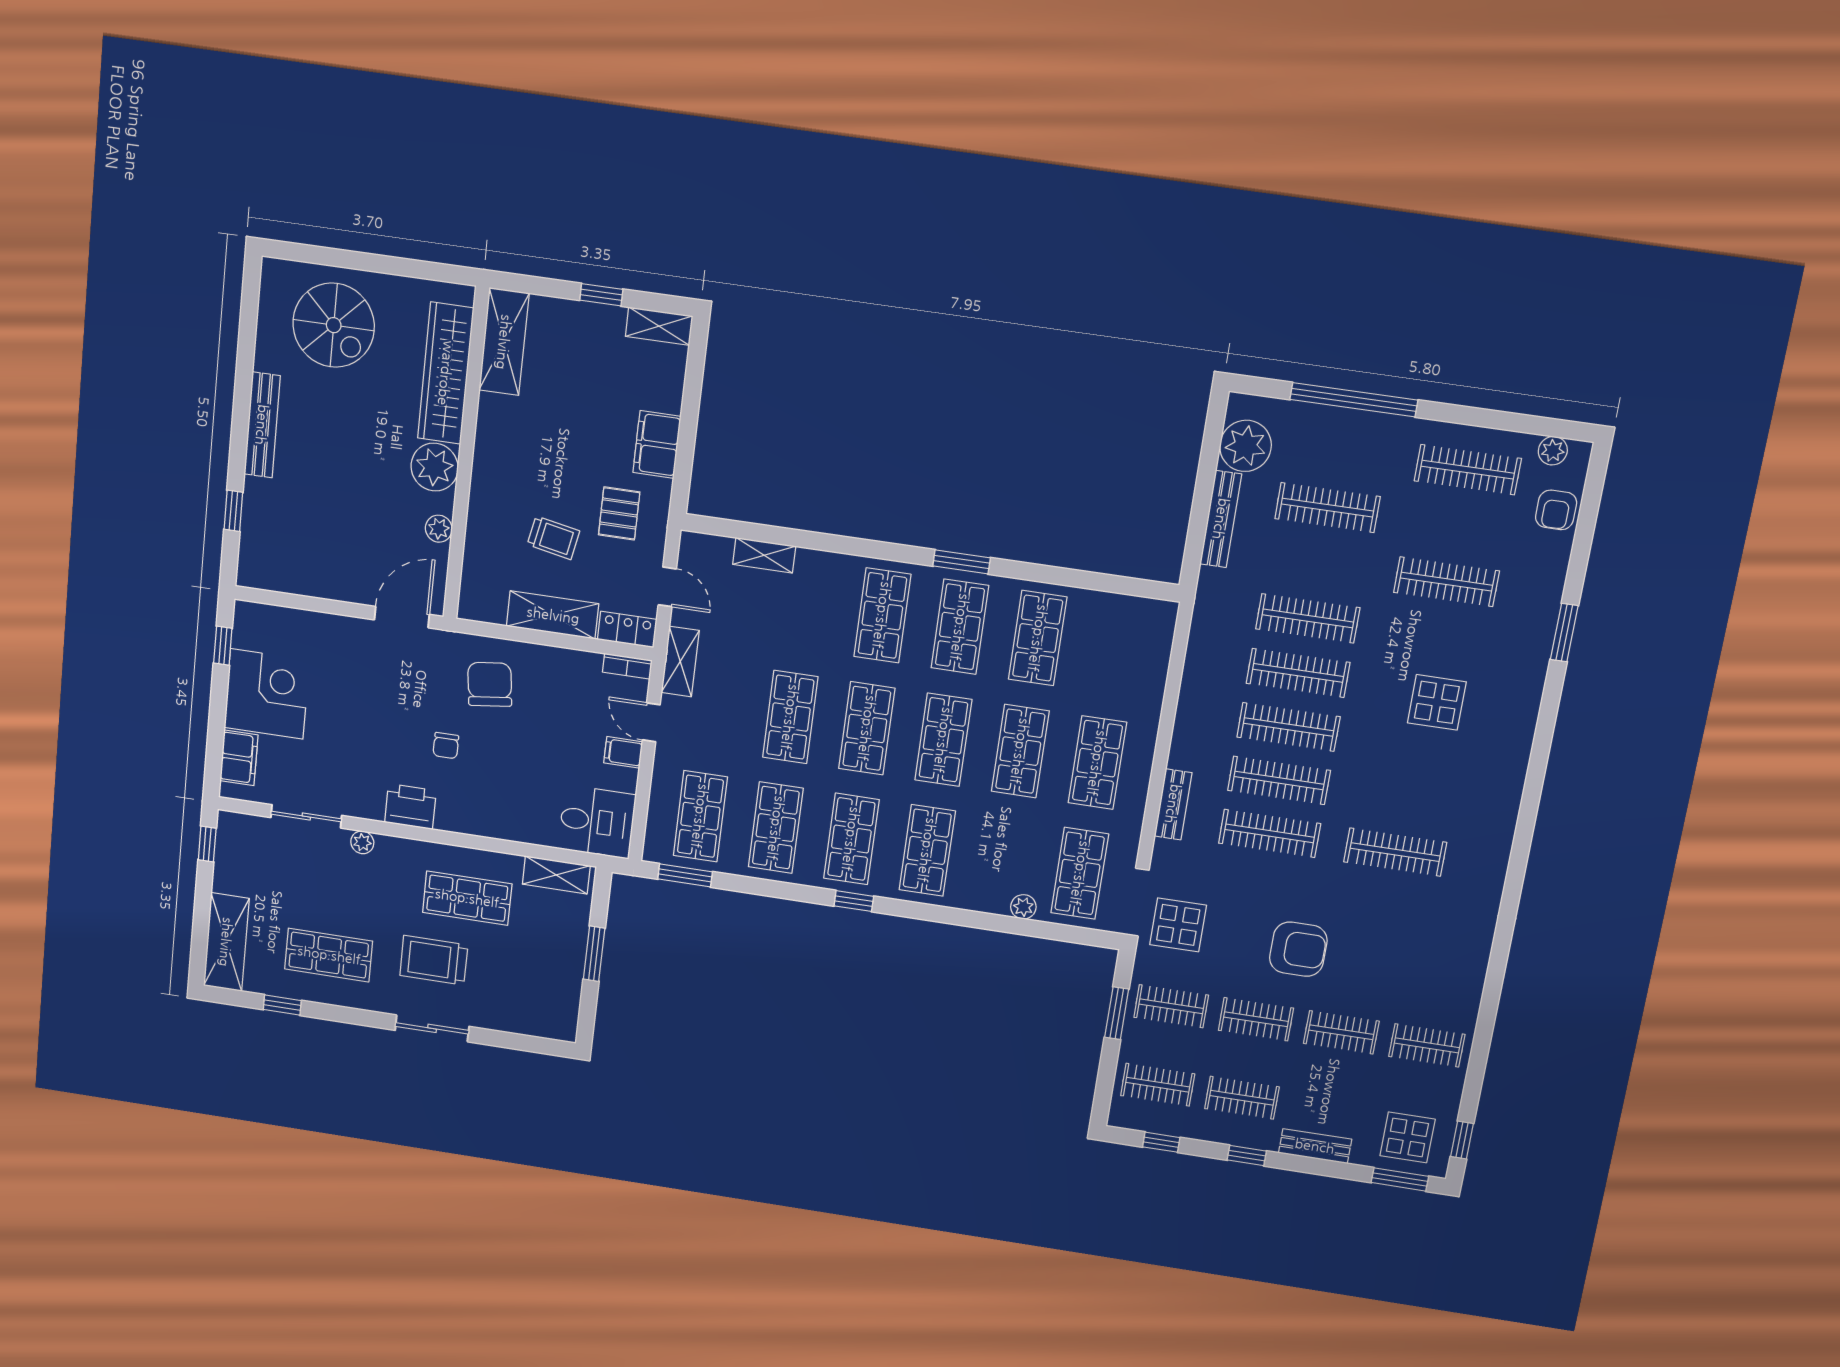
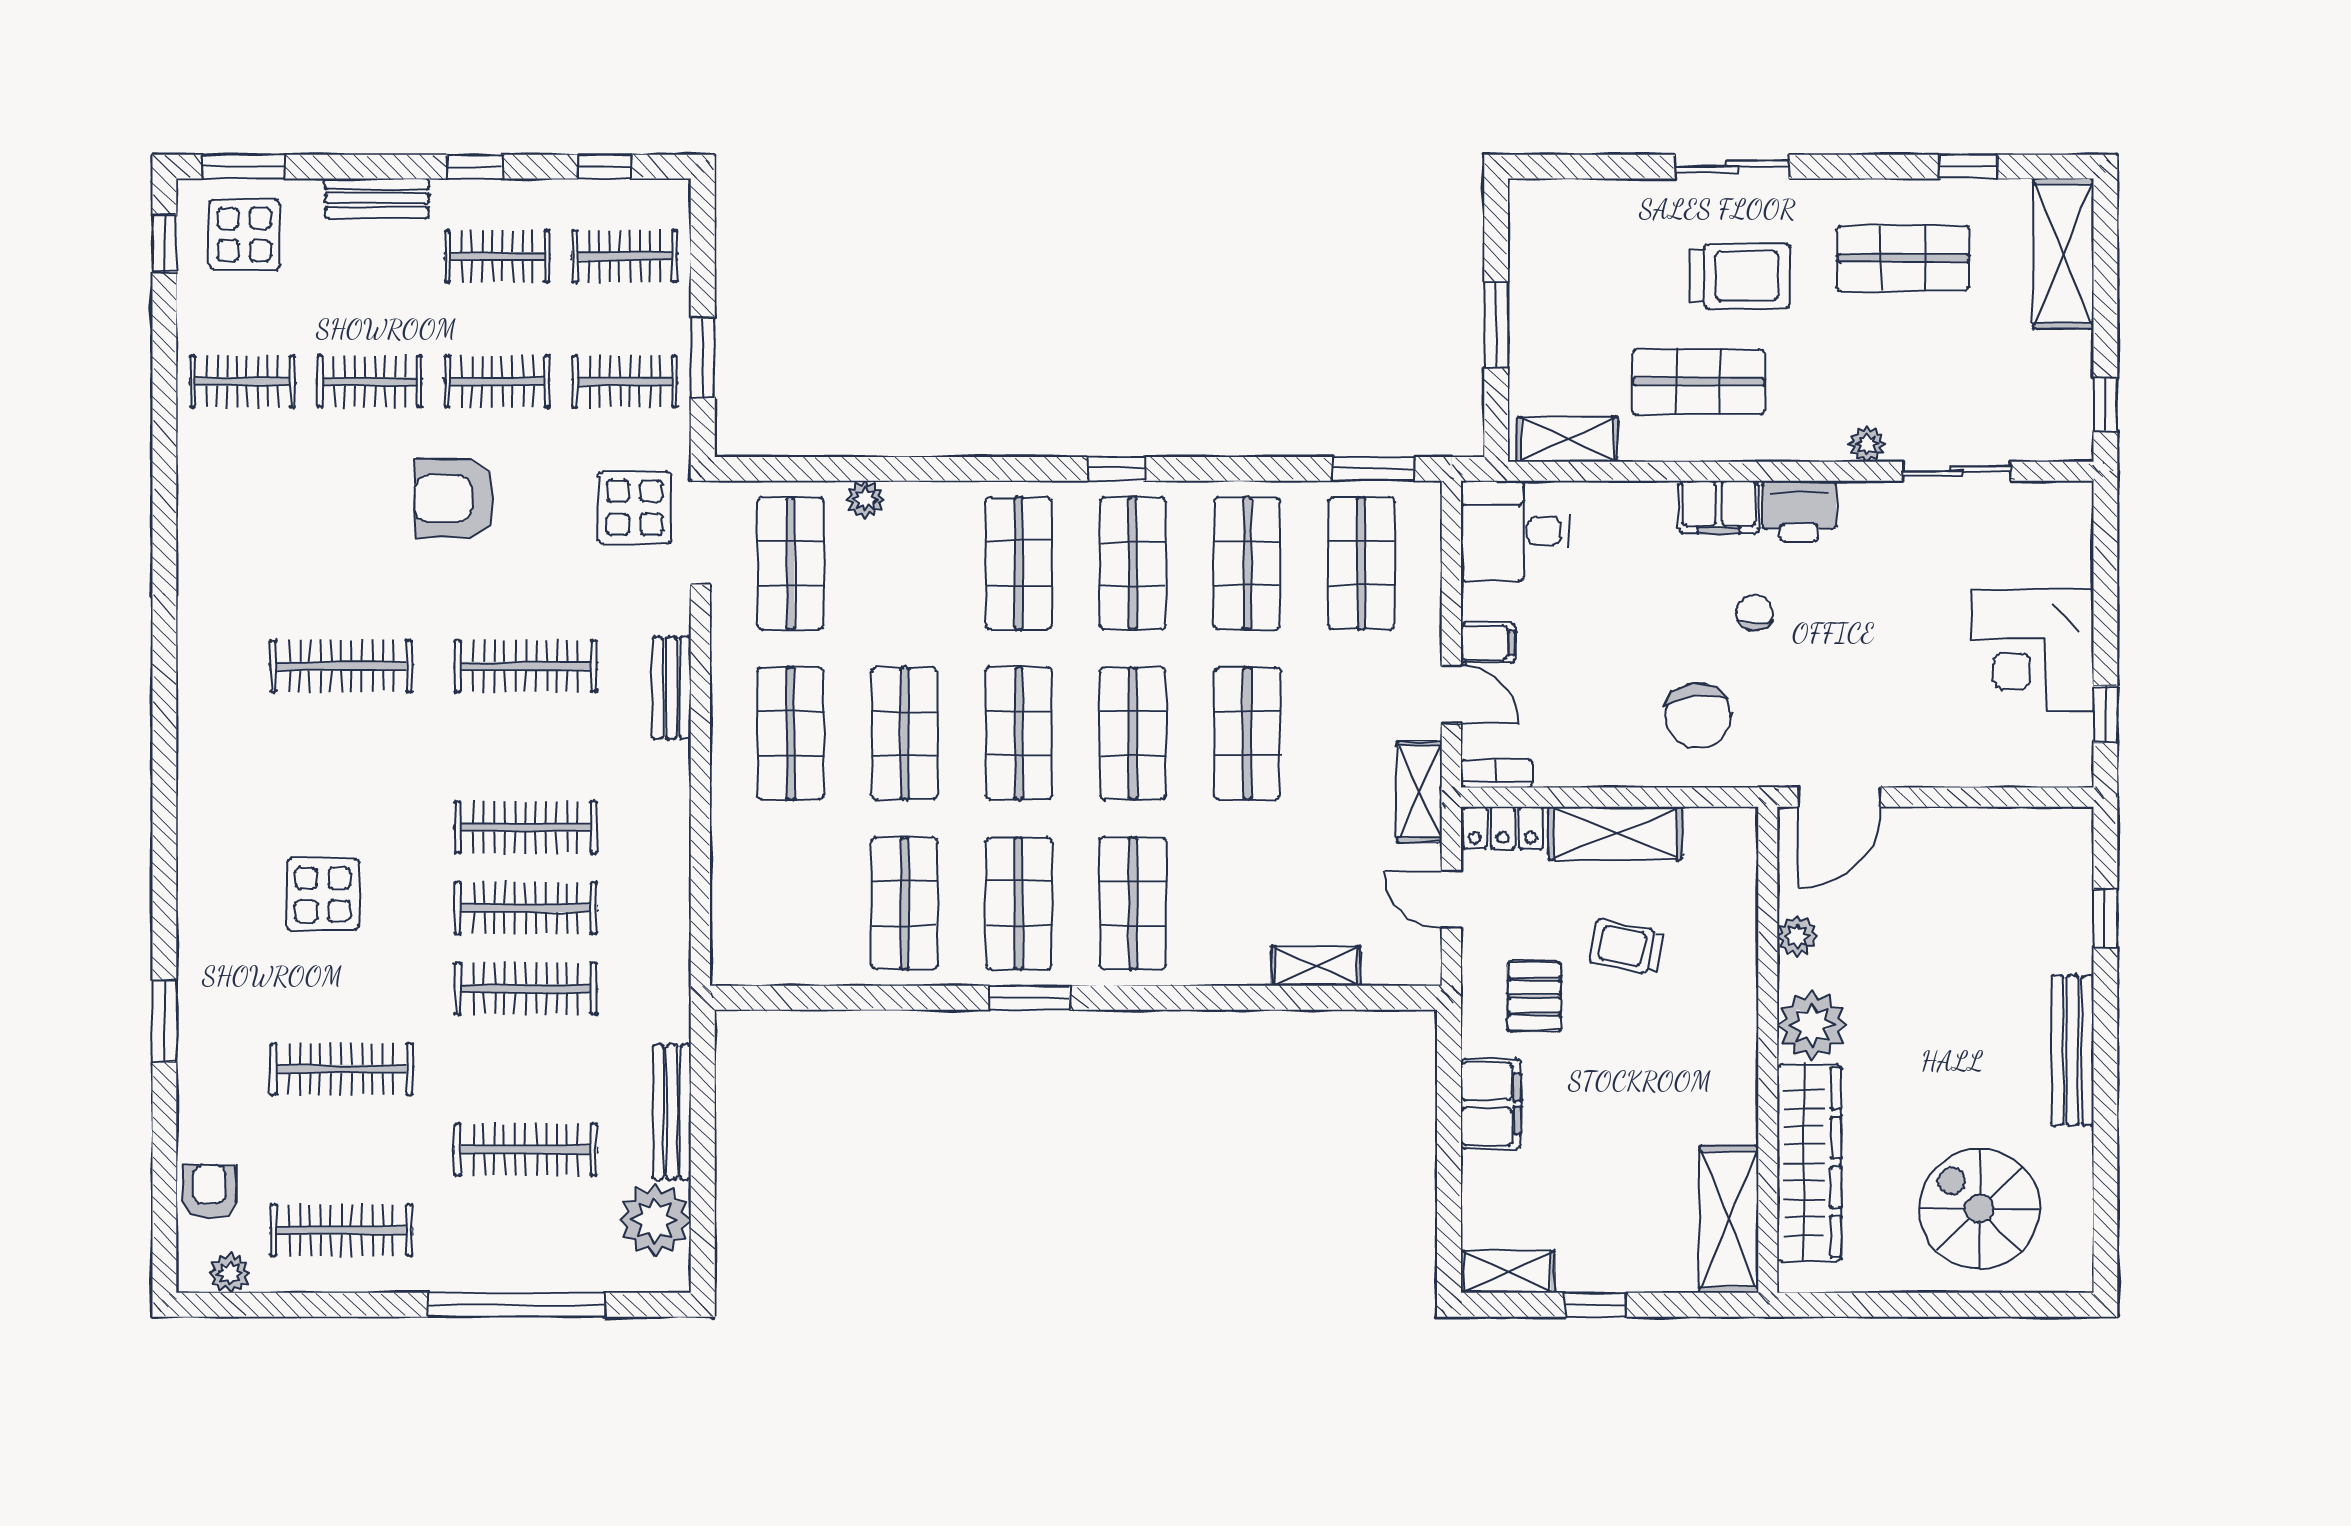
filing cabinet: (239, 758) -> (1719, 507), moved, turned -90
clothes rail: (1279, 780) -> (526, 747), removed

